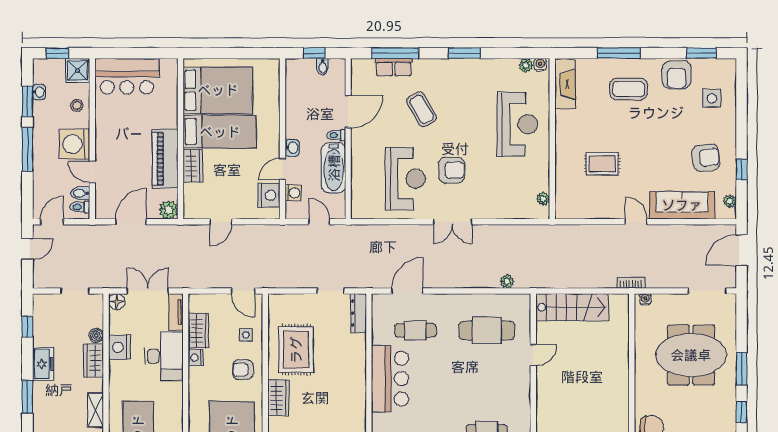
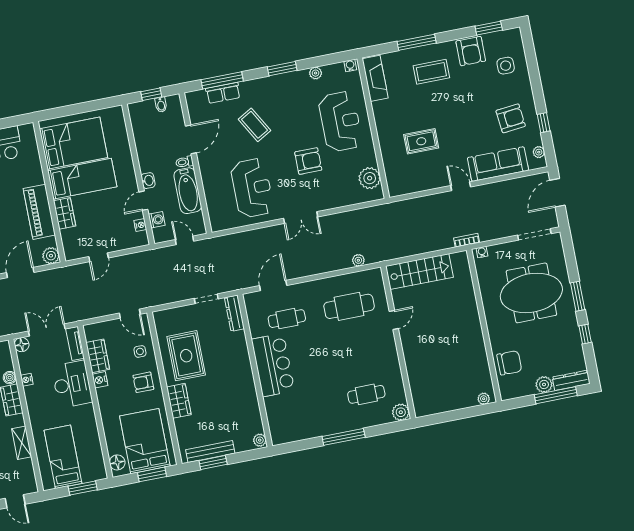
plant: (526, 65) -> (316, 73), moved
armchair: (452, 170) -> (308, 161), moved
nightstand: (269, 195) -> (140, 225), width x0.53, depth x0.56
plant: (543, 199) -> (370, 178), width x1.87, depth x1.87
nightstand: (120, 347) -> (27, 380), width x0.53, depth x0.56

